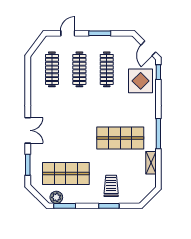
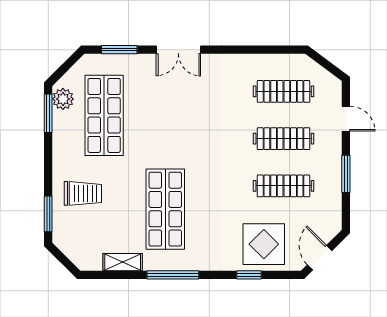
door: (148, 48) -> (320, 258), hinge flipped
window: (158, 72) -> (249, 275), moved
window: (109, 206) -> (48, 214), moved

